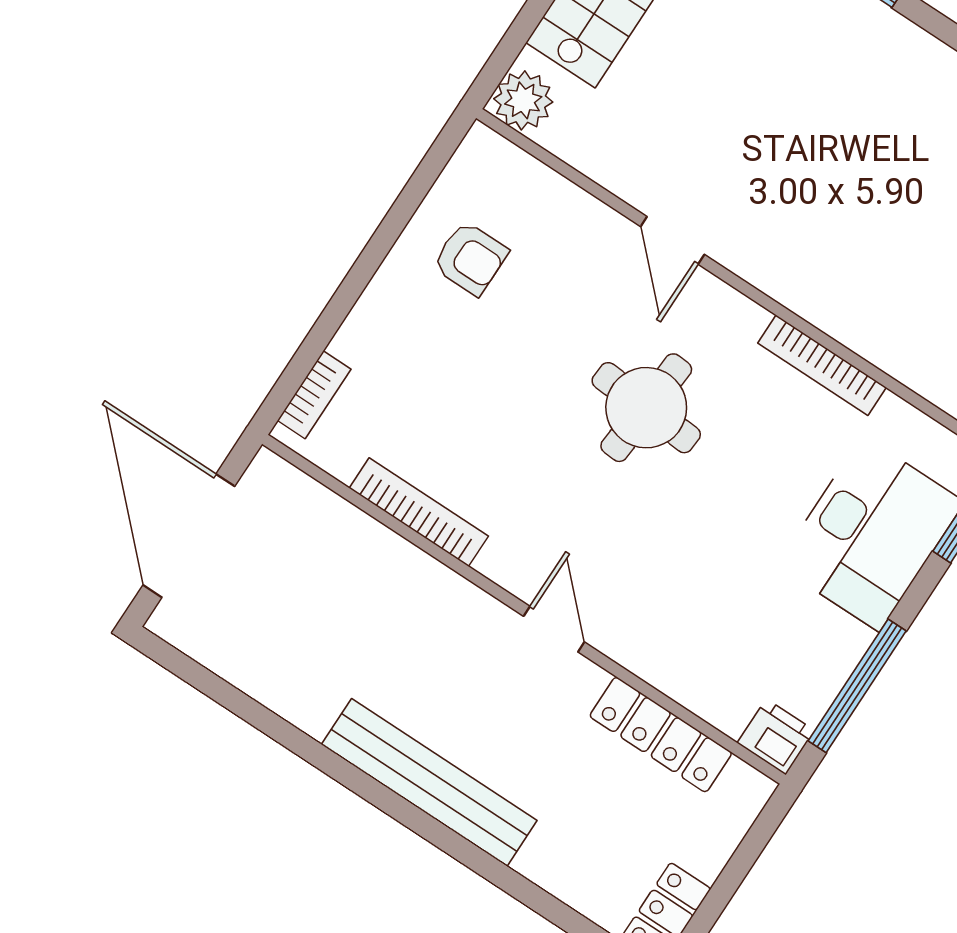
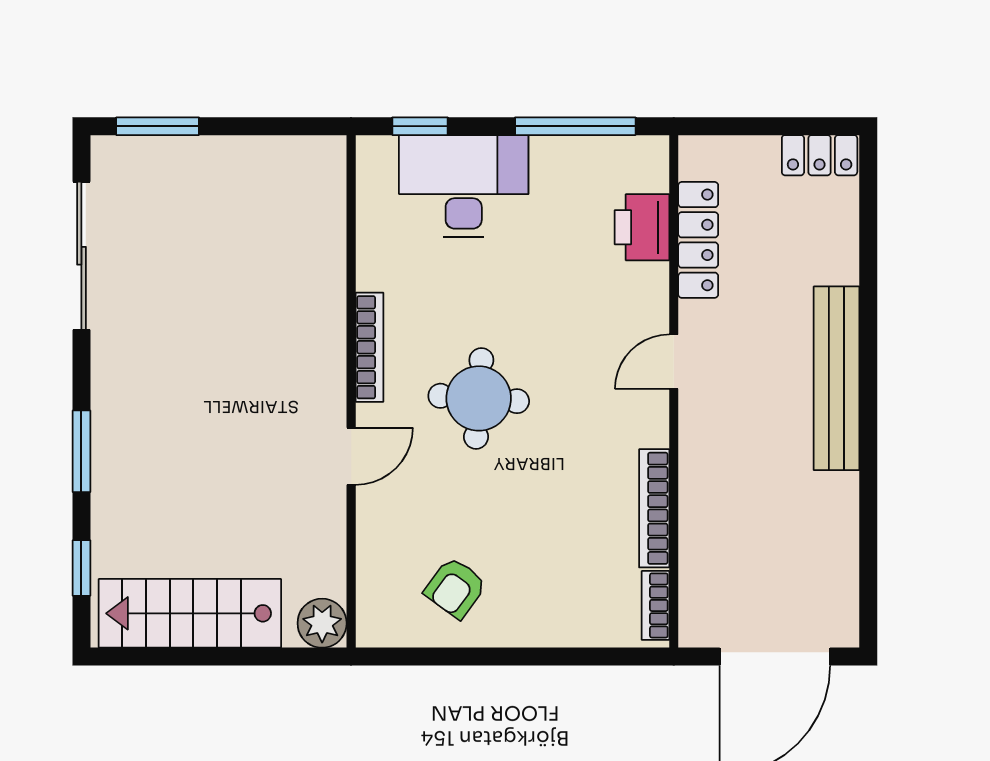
armchair: (470, 258) -> (455, 588), turned -144
bookcase: (822, 365) -> (369, 347), moved
bookcase: (314, 395) -> (656, 605), moved, turned -90
printer: (776, 737) -> (642, 227), moved, width x1.36, depth x1.24

